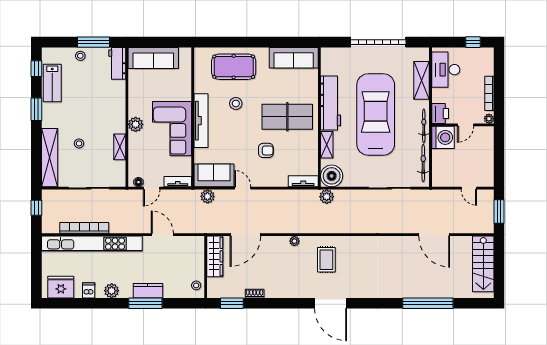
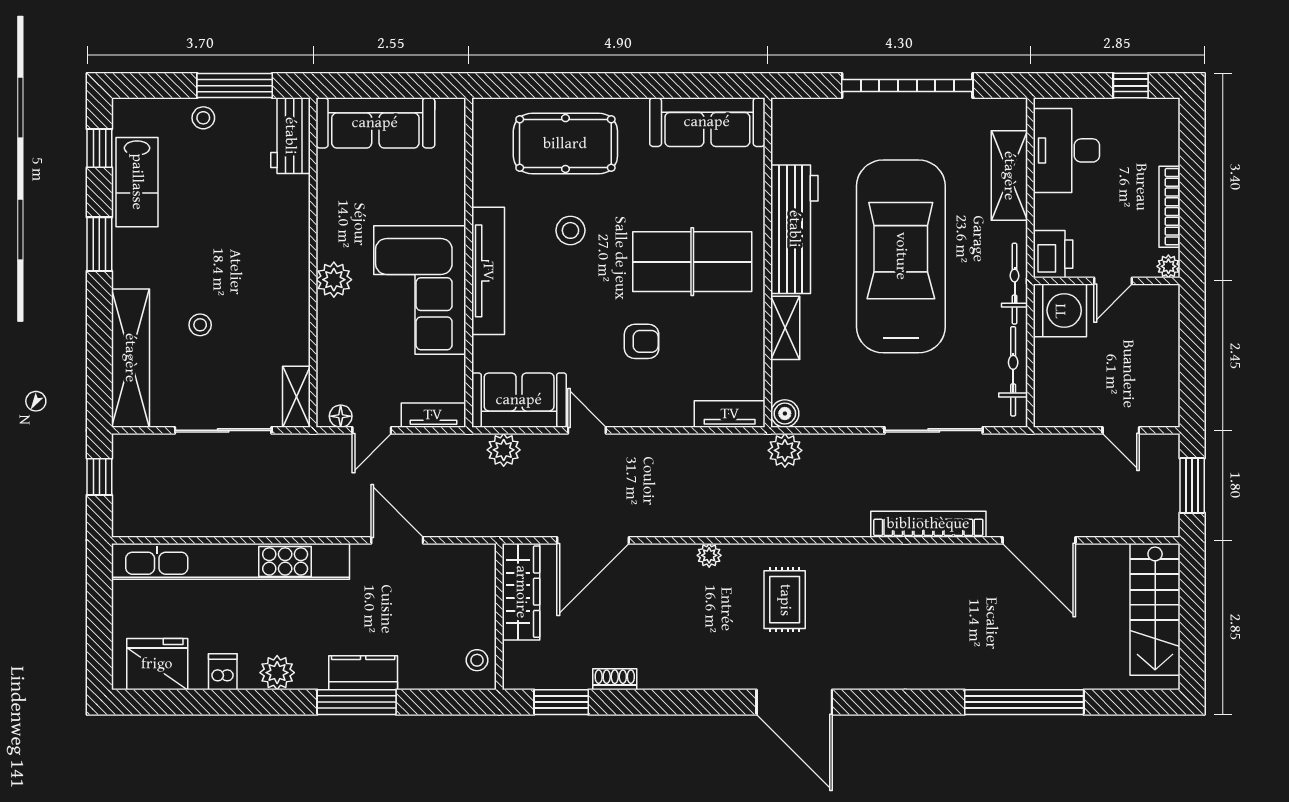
shelving: (120, 147) -> (296, 397), moved
boiler: (332, 176) -> (785, 413), width x0.54, depth x0.54
bookcase: (84, 228) -> (928, 524), moved

